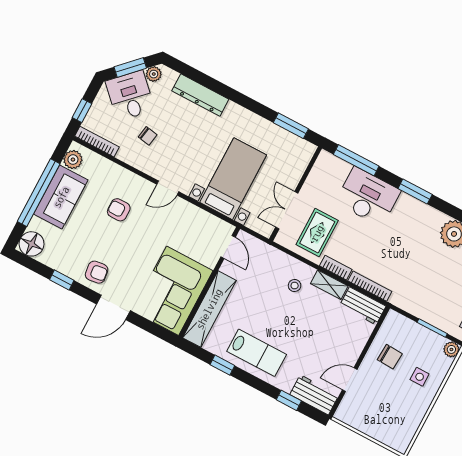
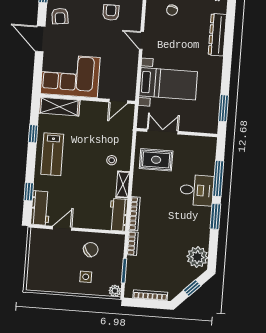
window: (356, 160) -> (218, 179), moved
desk: (368, 197) -> (197, 190), width x0.73
bookcase: (336, 268) -> (133, 244), moved
shelving: (209, 309) -> (59, 107), width x0.68
chair: (390, 357) -> (91, 250), turned -128
door: (350, 380) -> (62, 228), hinge flipped

